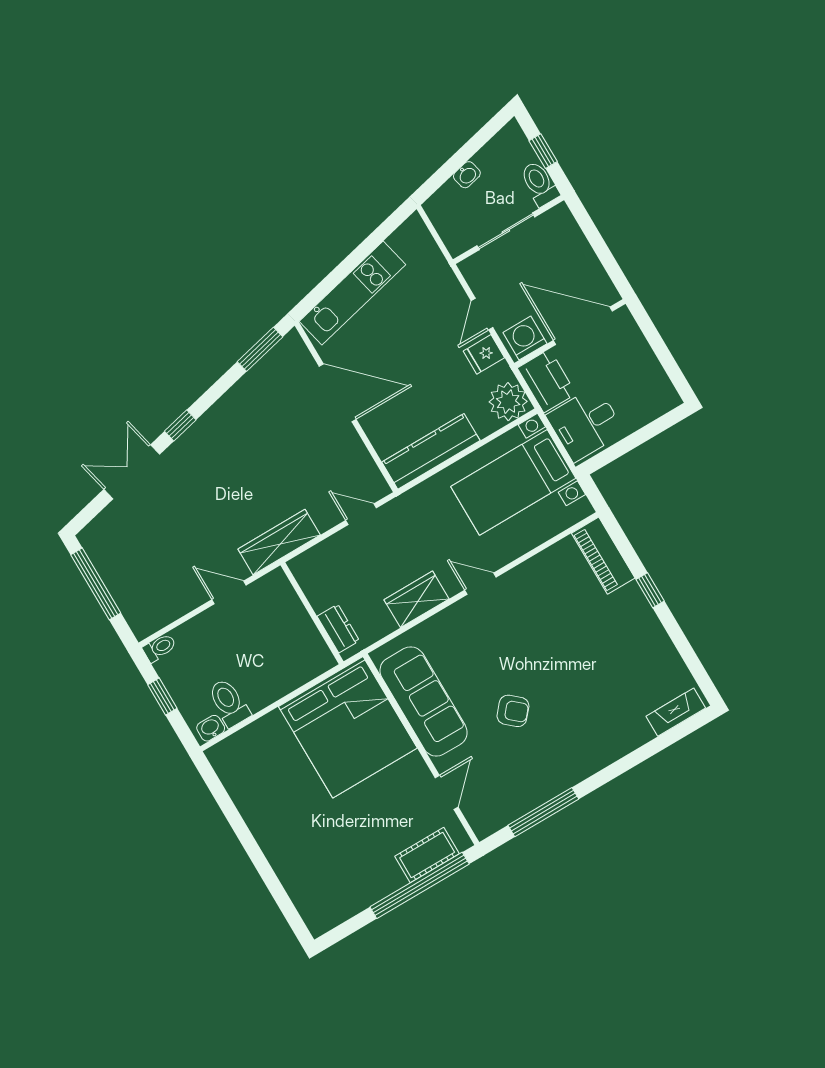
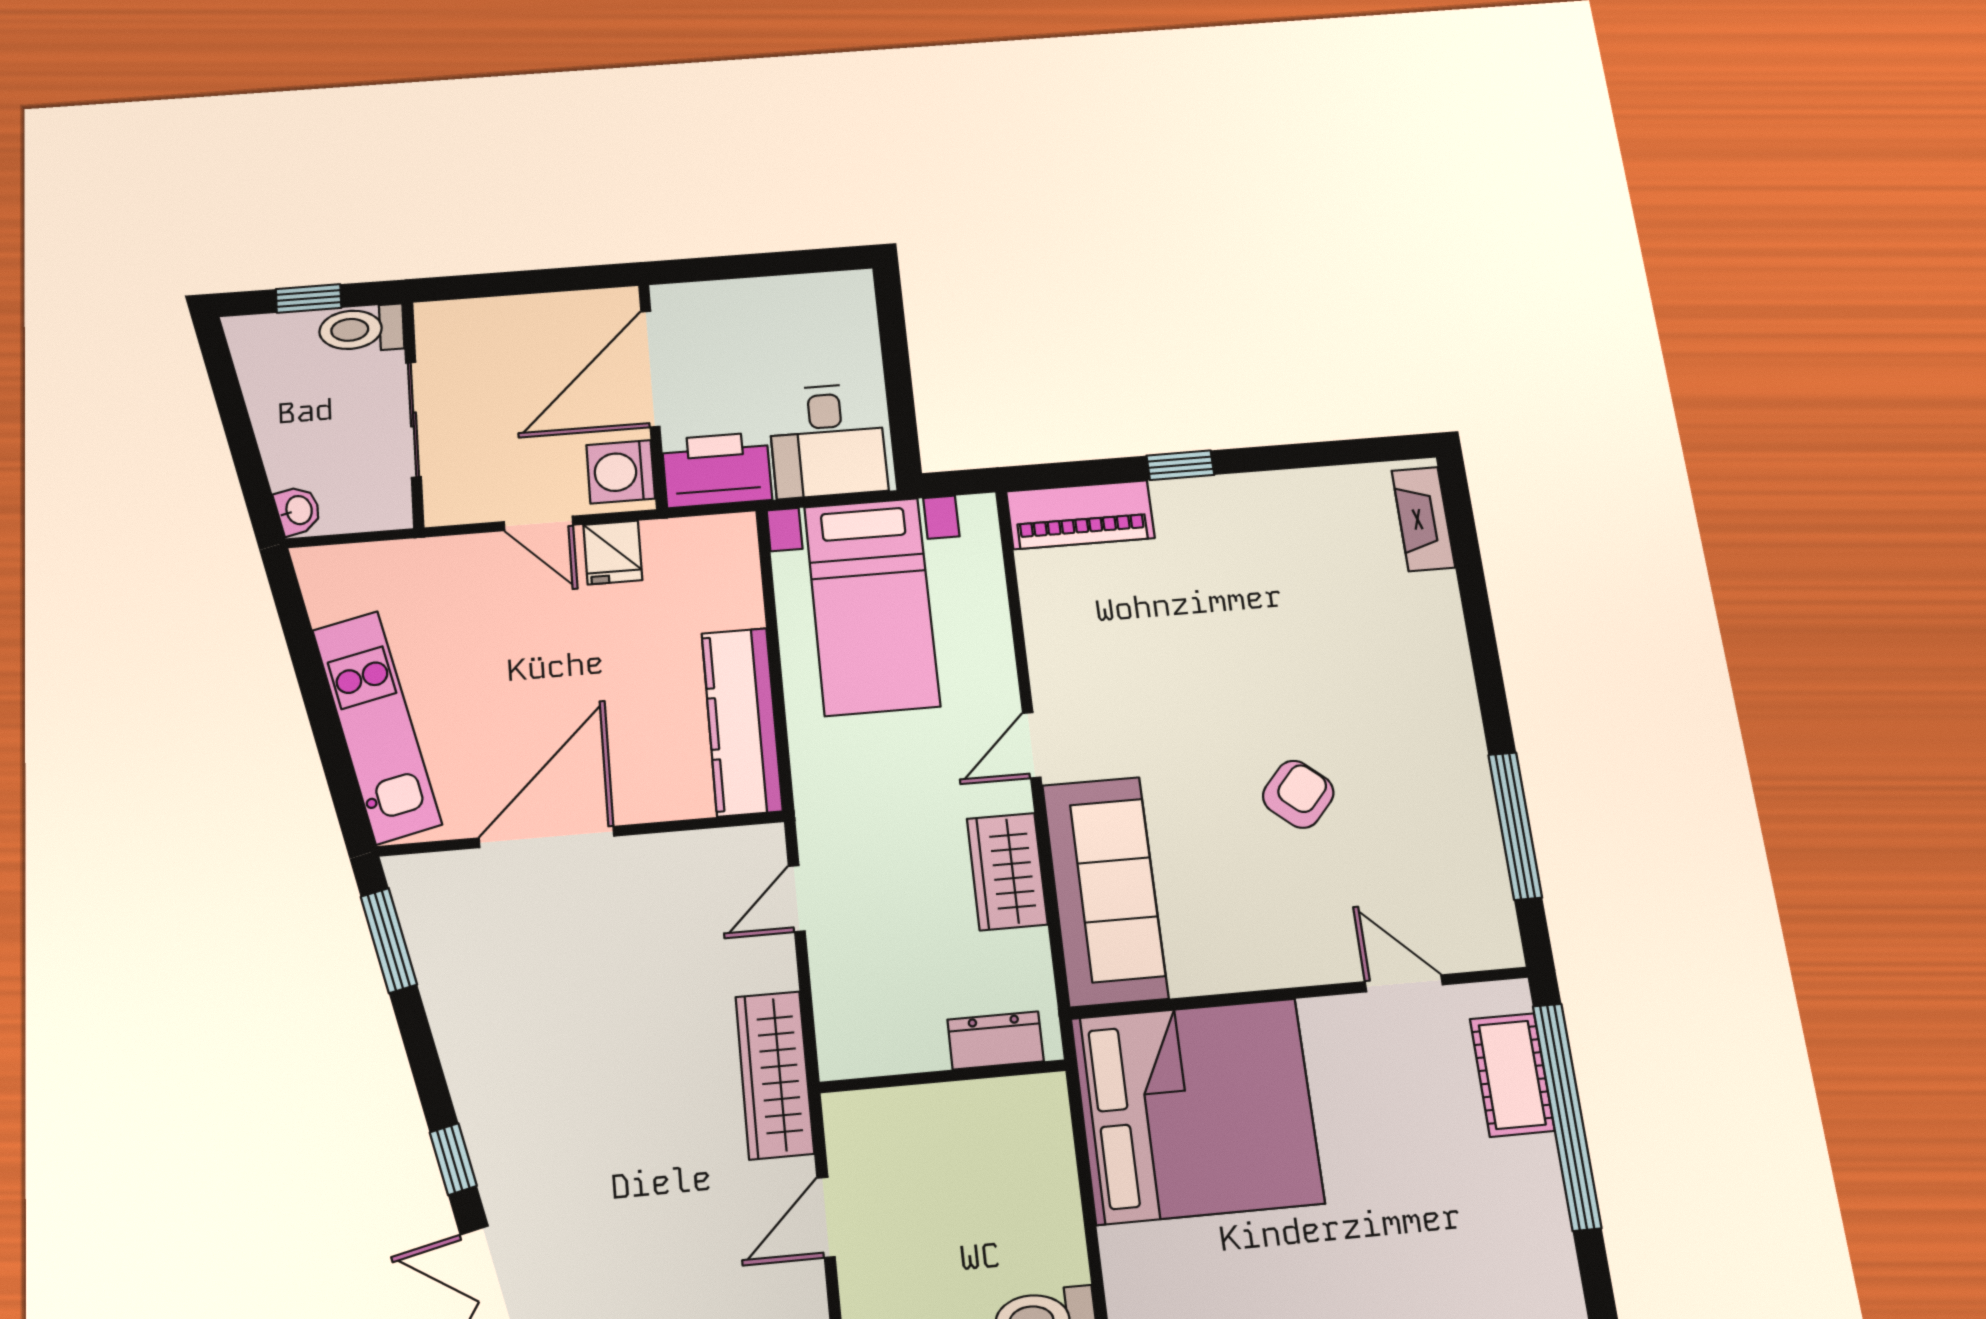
washbasin: (467, 175) -> (298, 510), moved
plant: (508, 402) -> (720, 550), removed
sofa: (424, 701) -> (1105, 891), moved, turned 90

